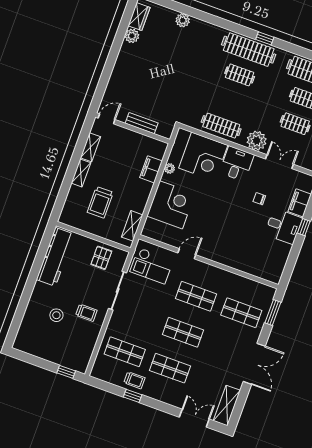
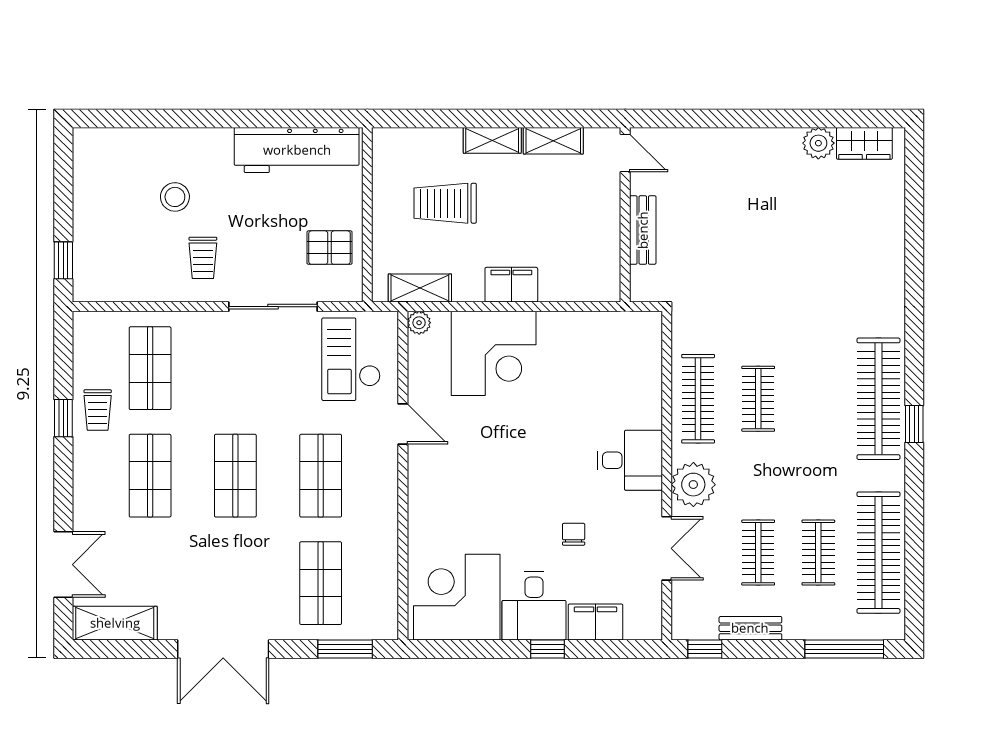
plant: (183, 20) -> (890, 238), removed
clothes rail: (240, 75) -> (758, 399), moved
corner desk: (203, 157) -> (457, 597), moved, turned 90
plant: (169, 168) -> (419, 323), moved
filing cabinet: (151, 169) -> (511, 285), moved

